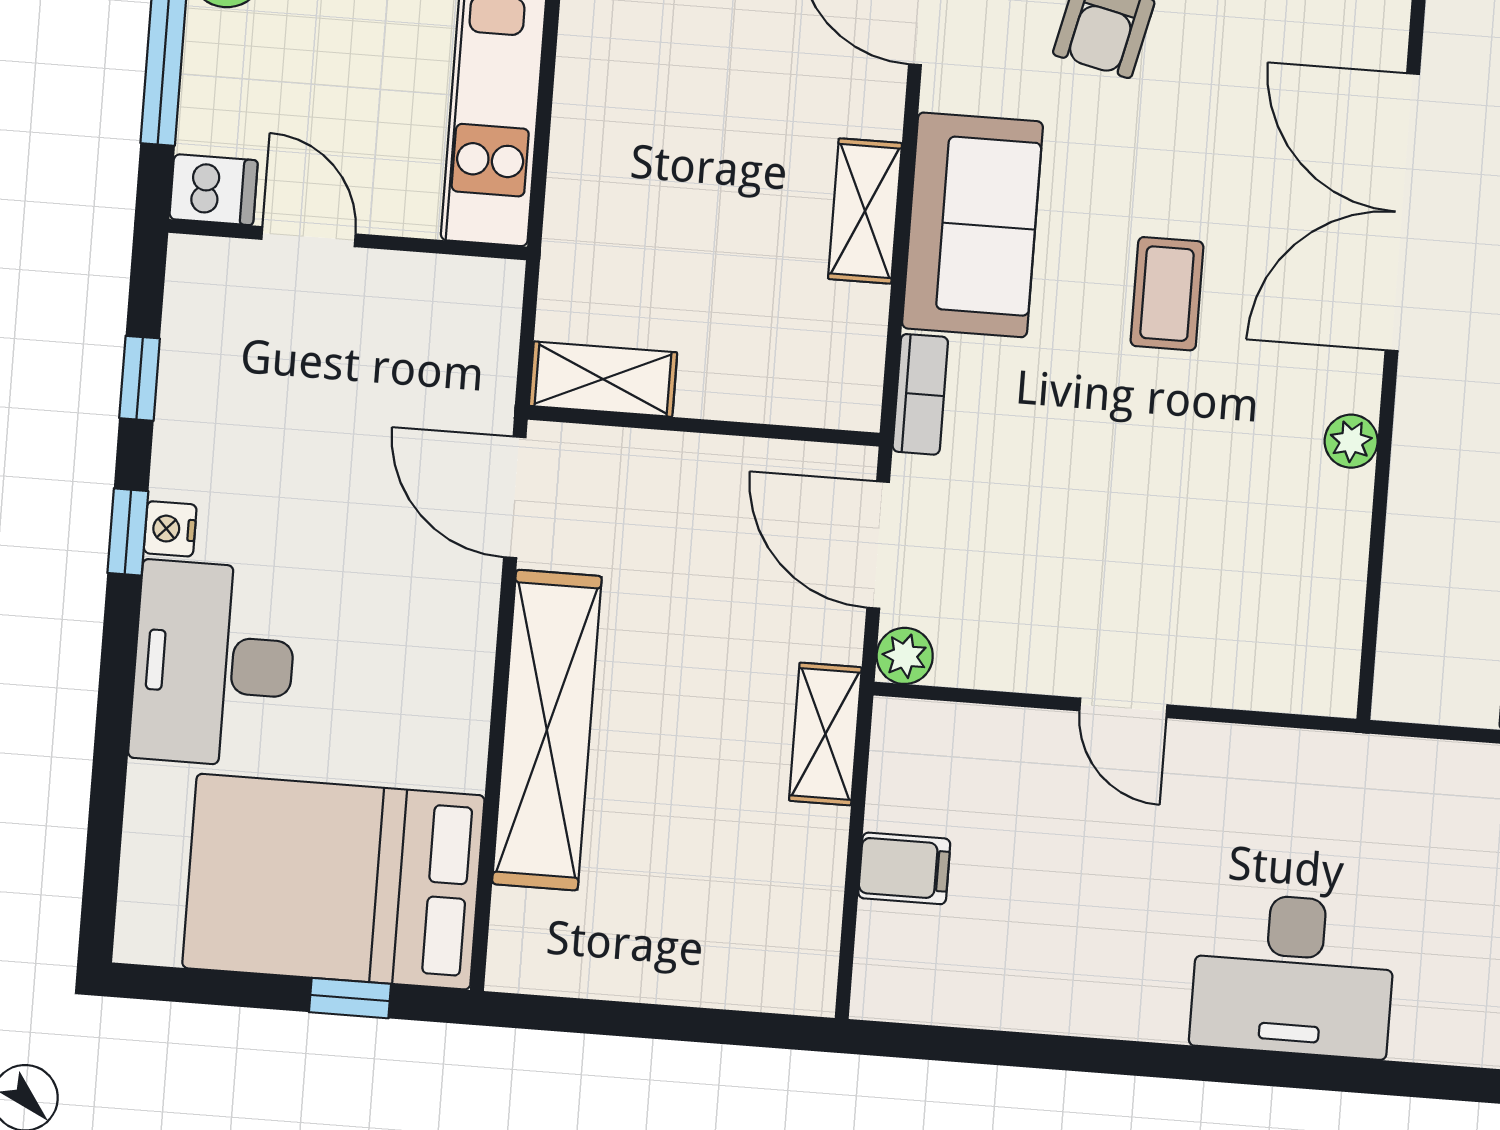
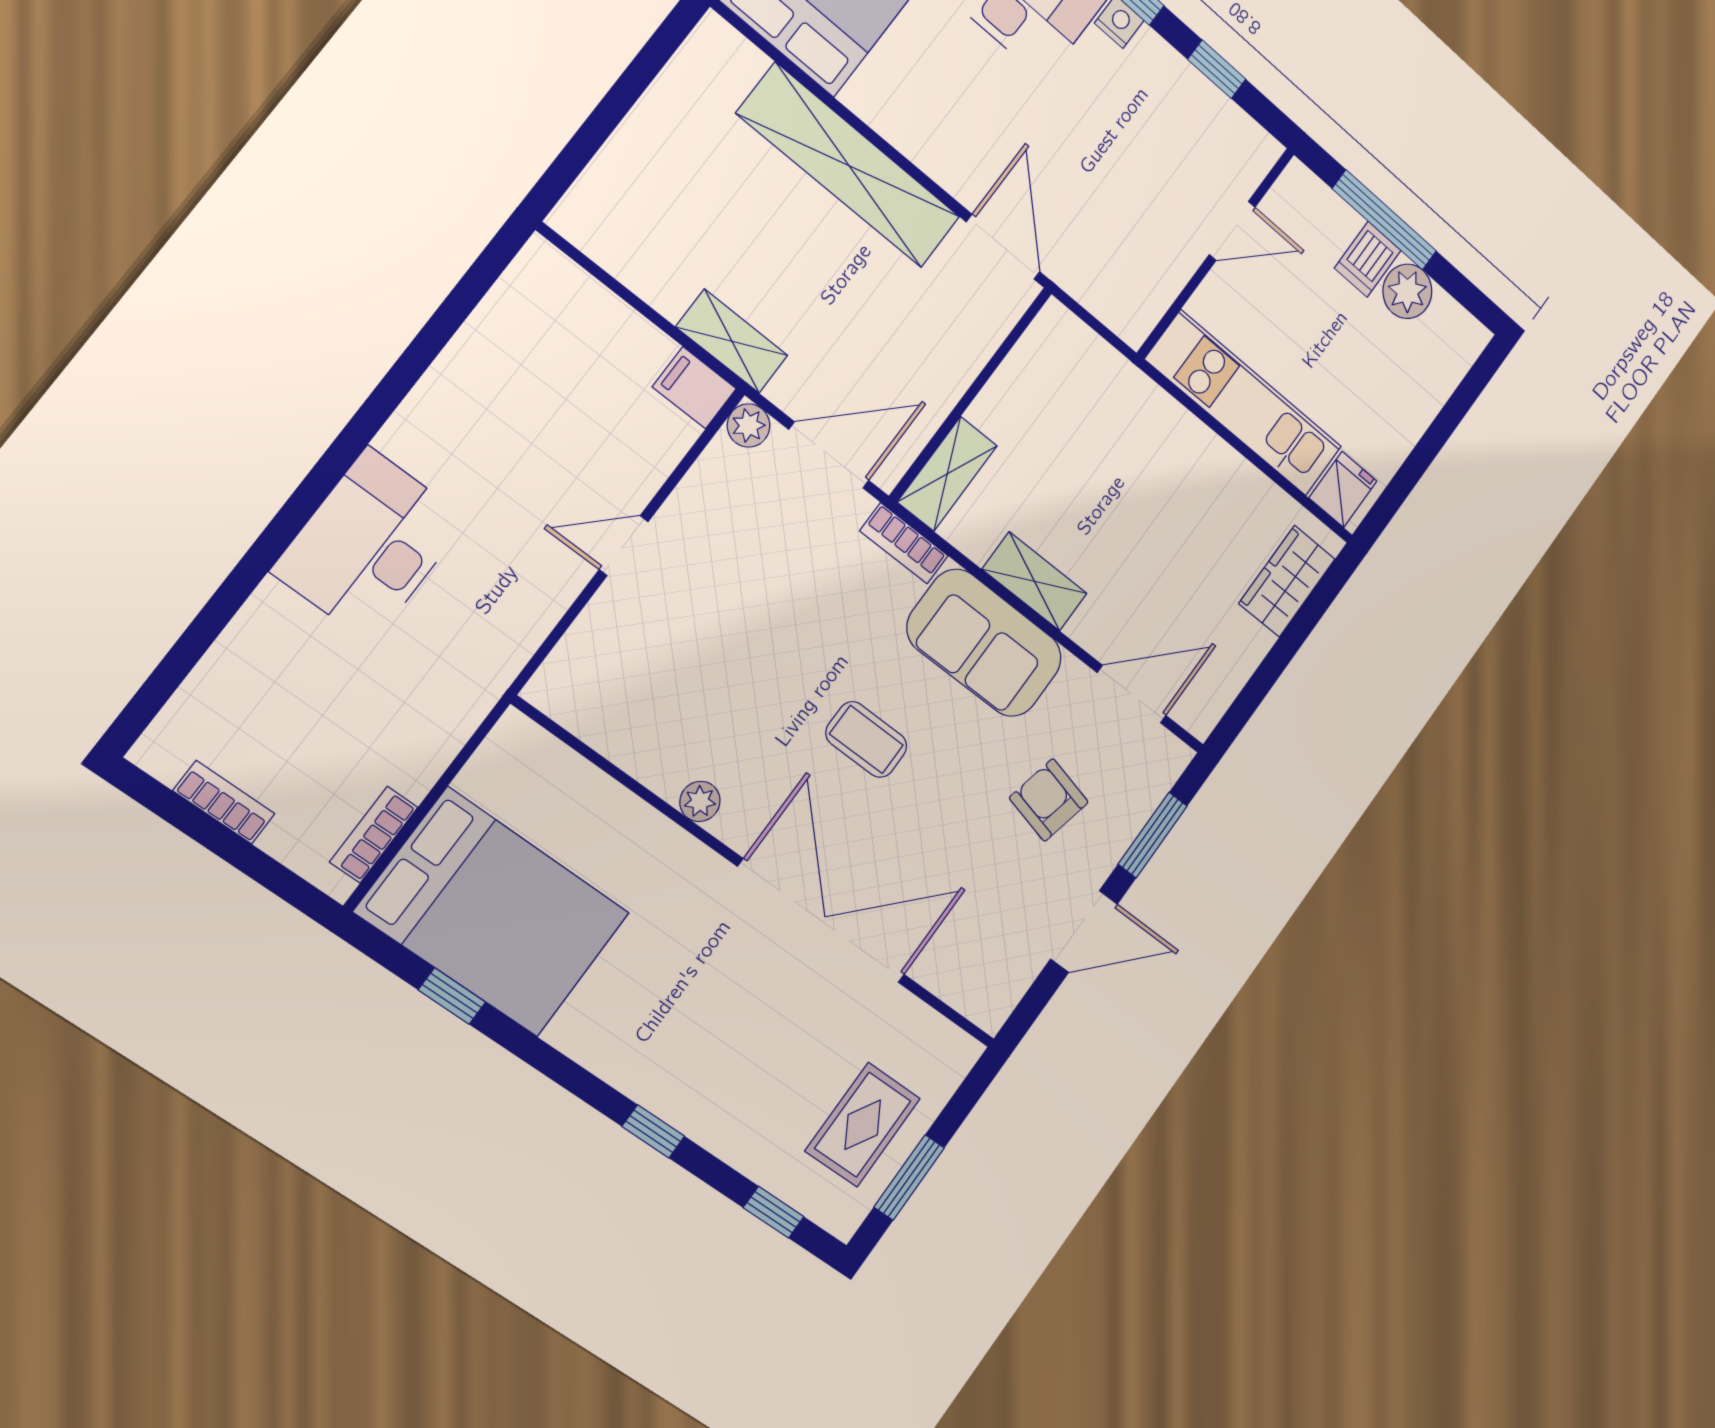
dishwasher: (214, 190) -> (1368, 259), moved
shelving: (603, 379) -> (947, 474), moved
door: (515, 497) -> (1003, 247), hinge flipped
filing cabinet: (904, 868) -> (694, 388), moved, turned 90

